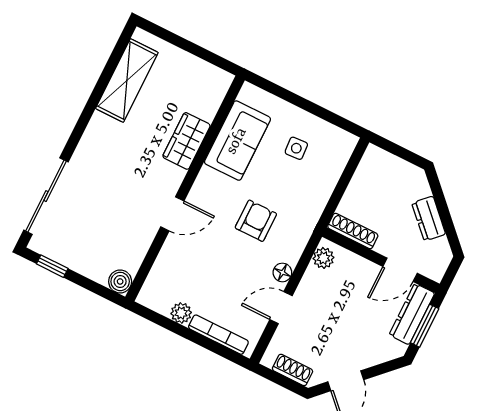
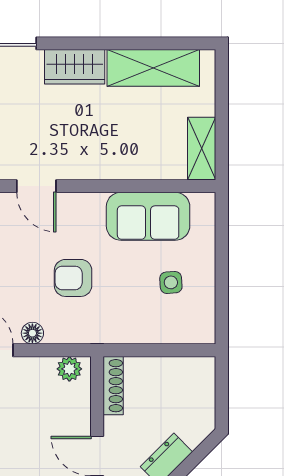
shelving: (206, 74) -> (202, 148), added
wardrobe: (186, 141) -> (75, 67), moved, turned 180
armchair: (256, 221) -> (73, 278), turned 180

